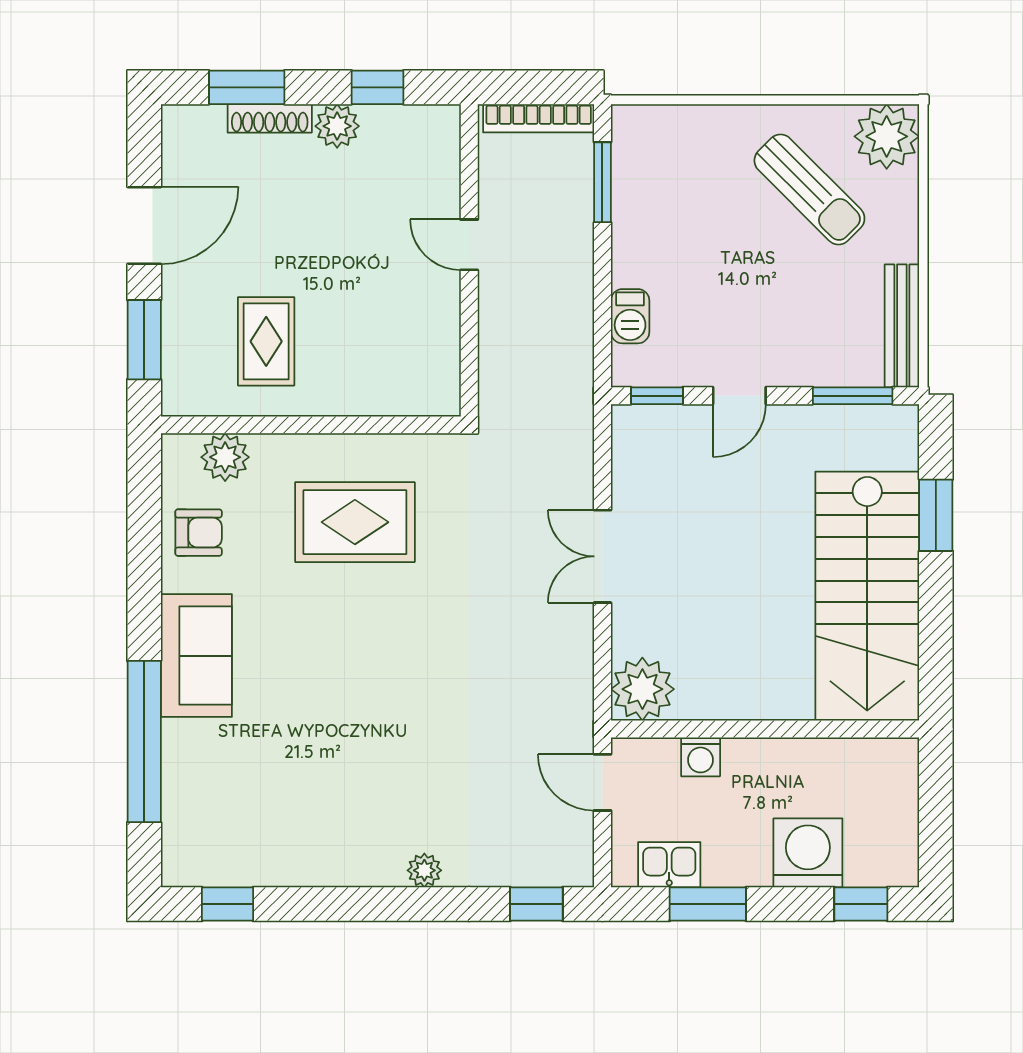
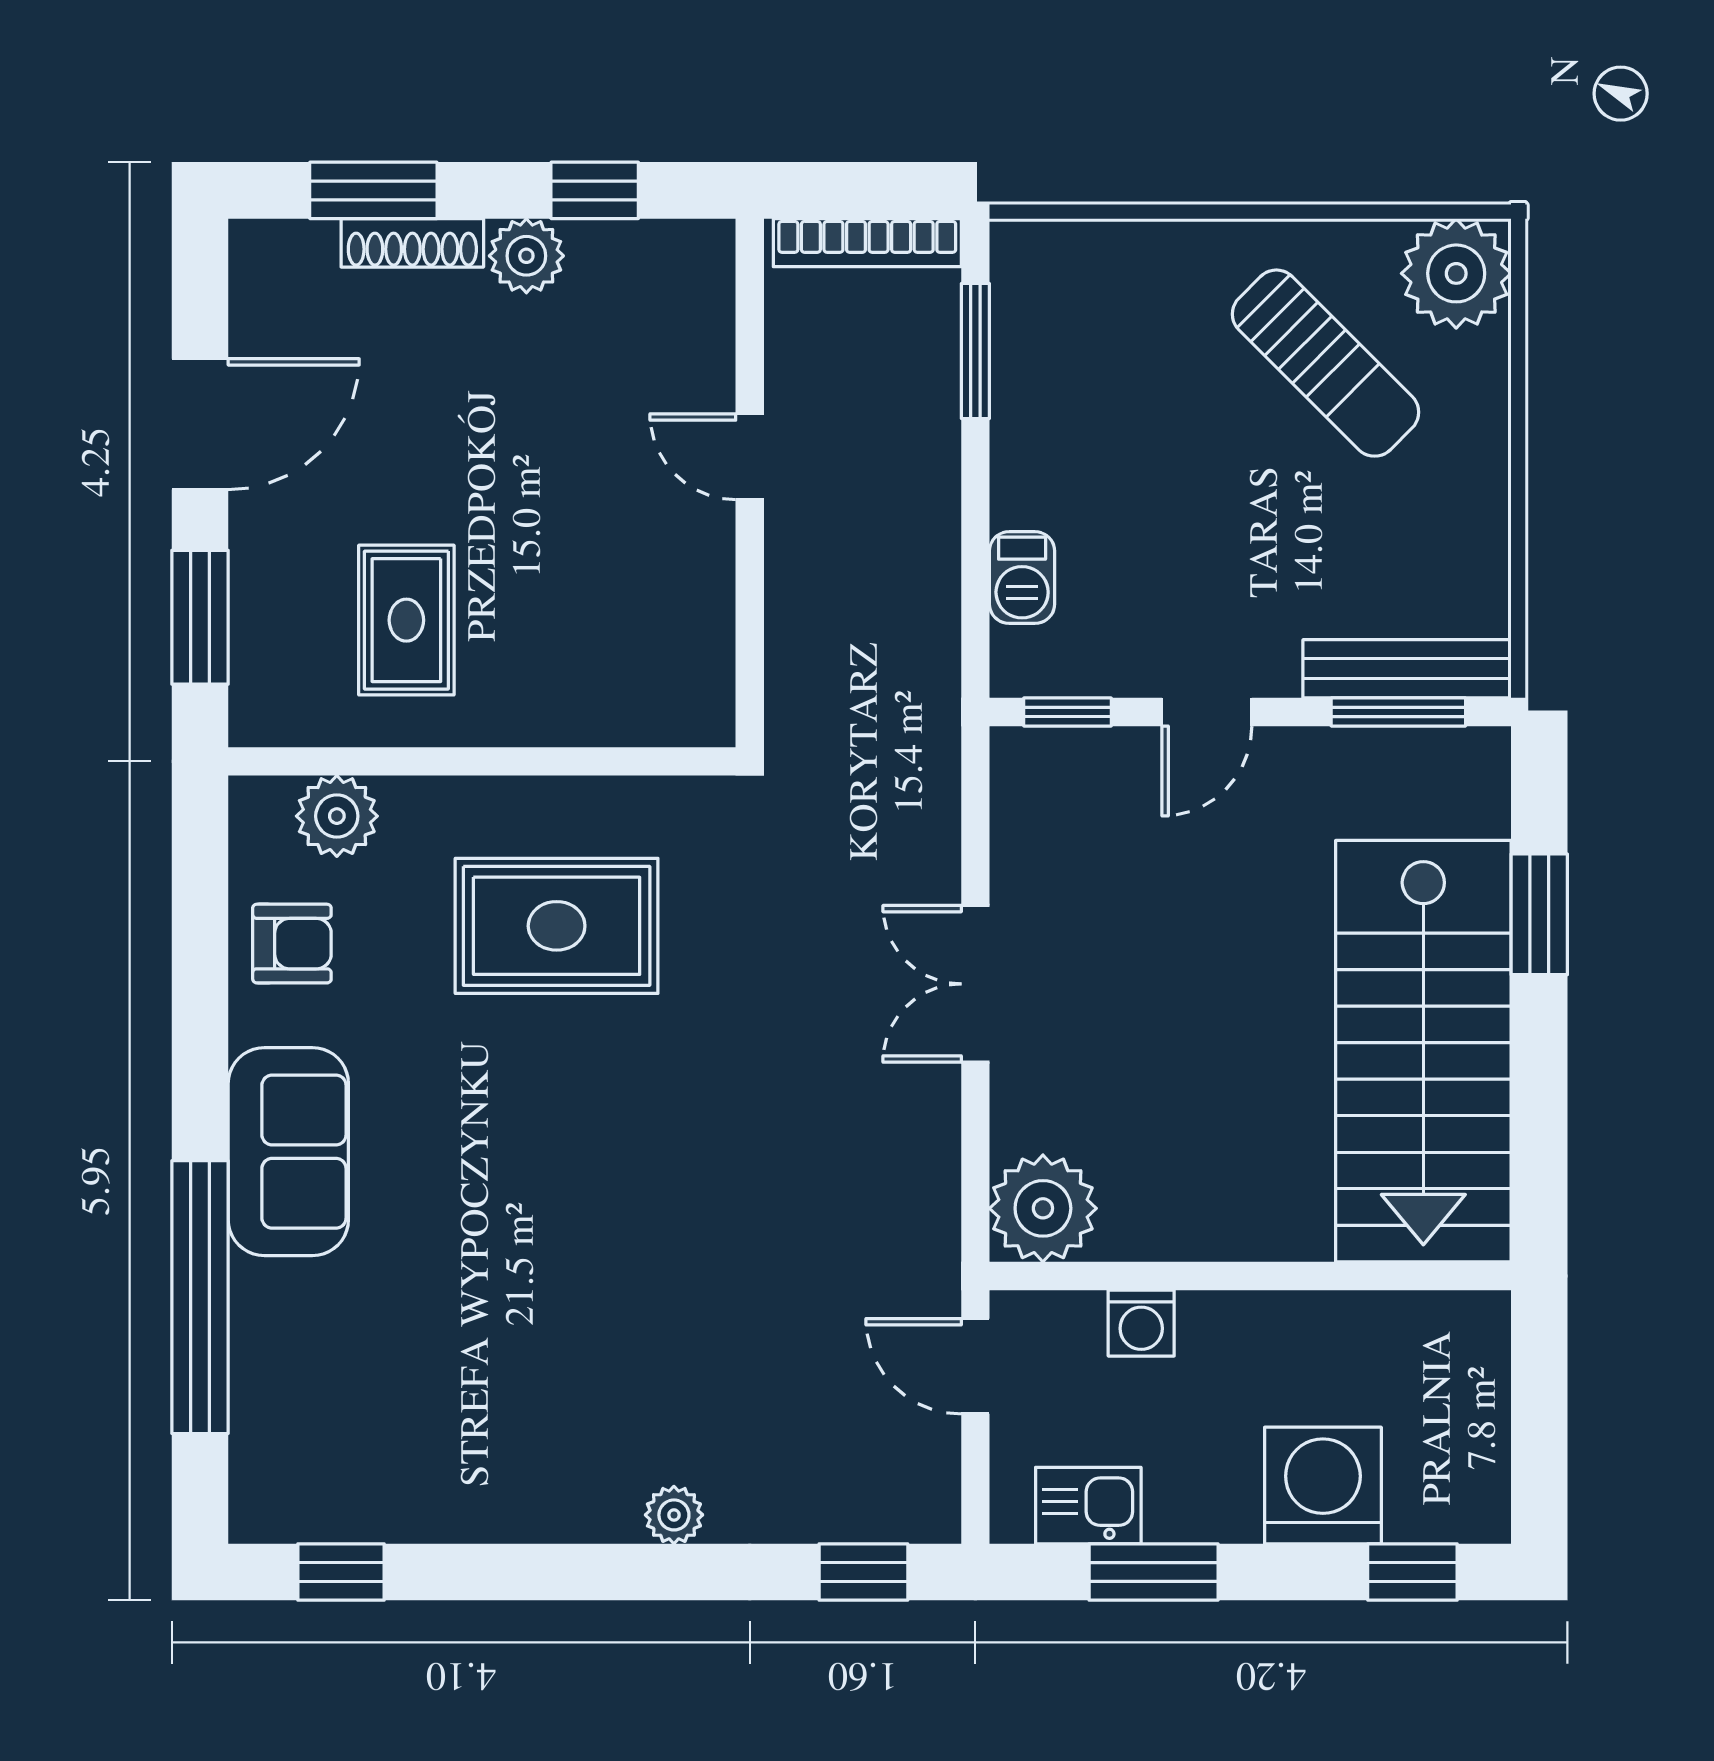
bench: (902, 326) -> (1407, 669), moved, turned 90

